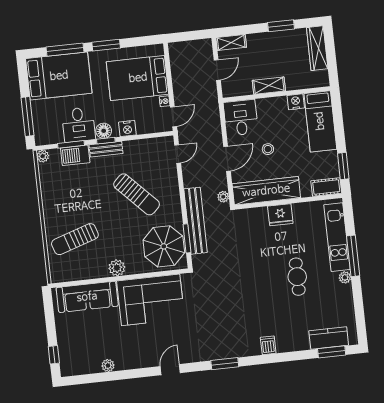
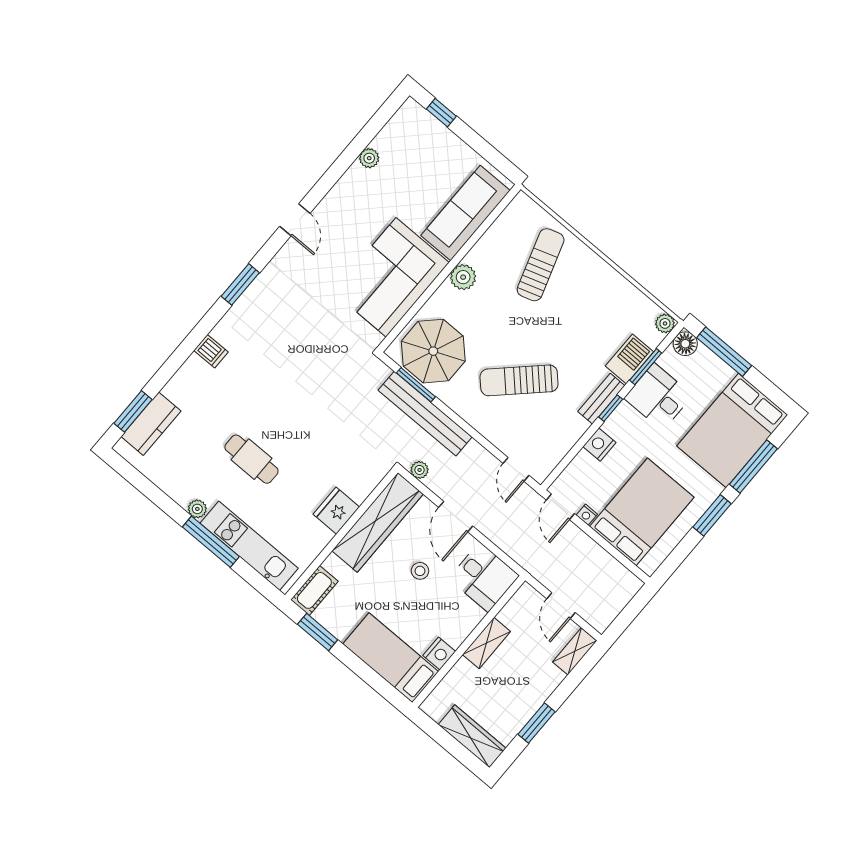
floor lamp: (104, 131) -> (685, 344), moved

